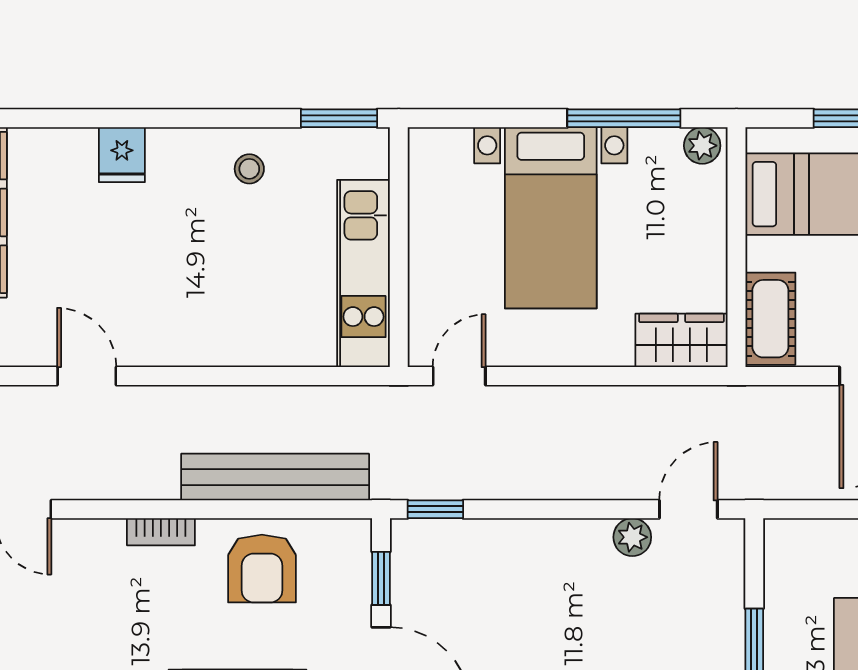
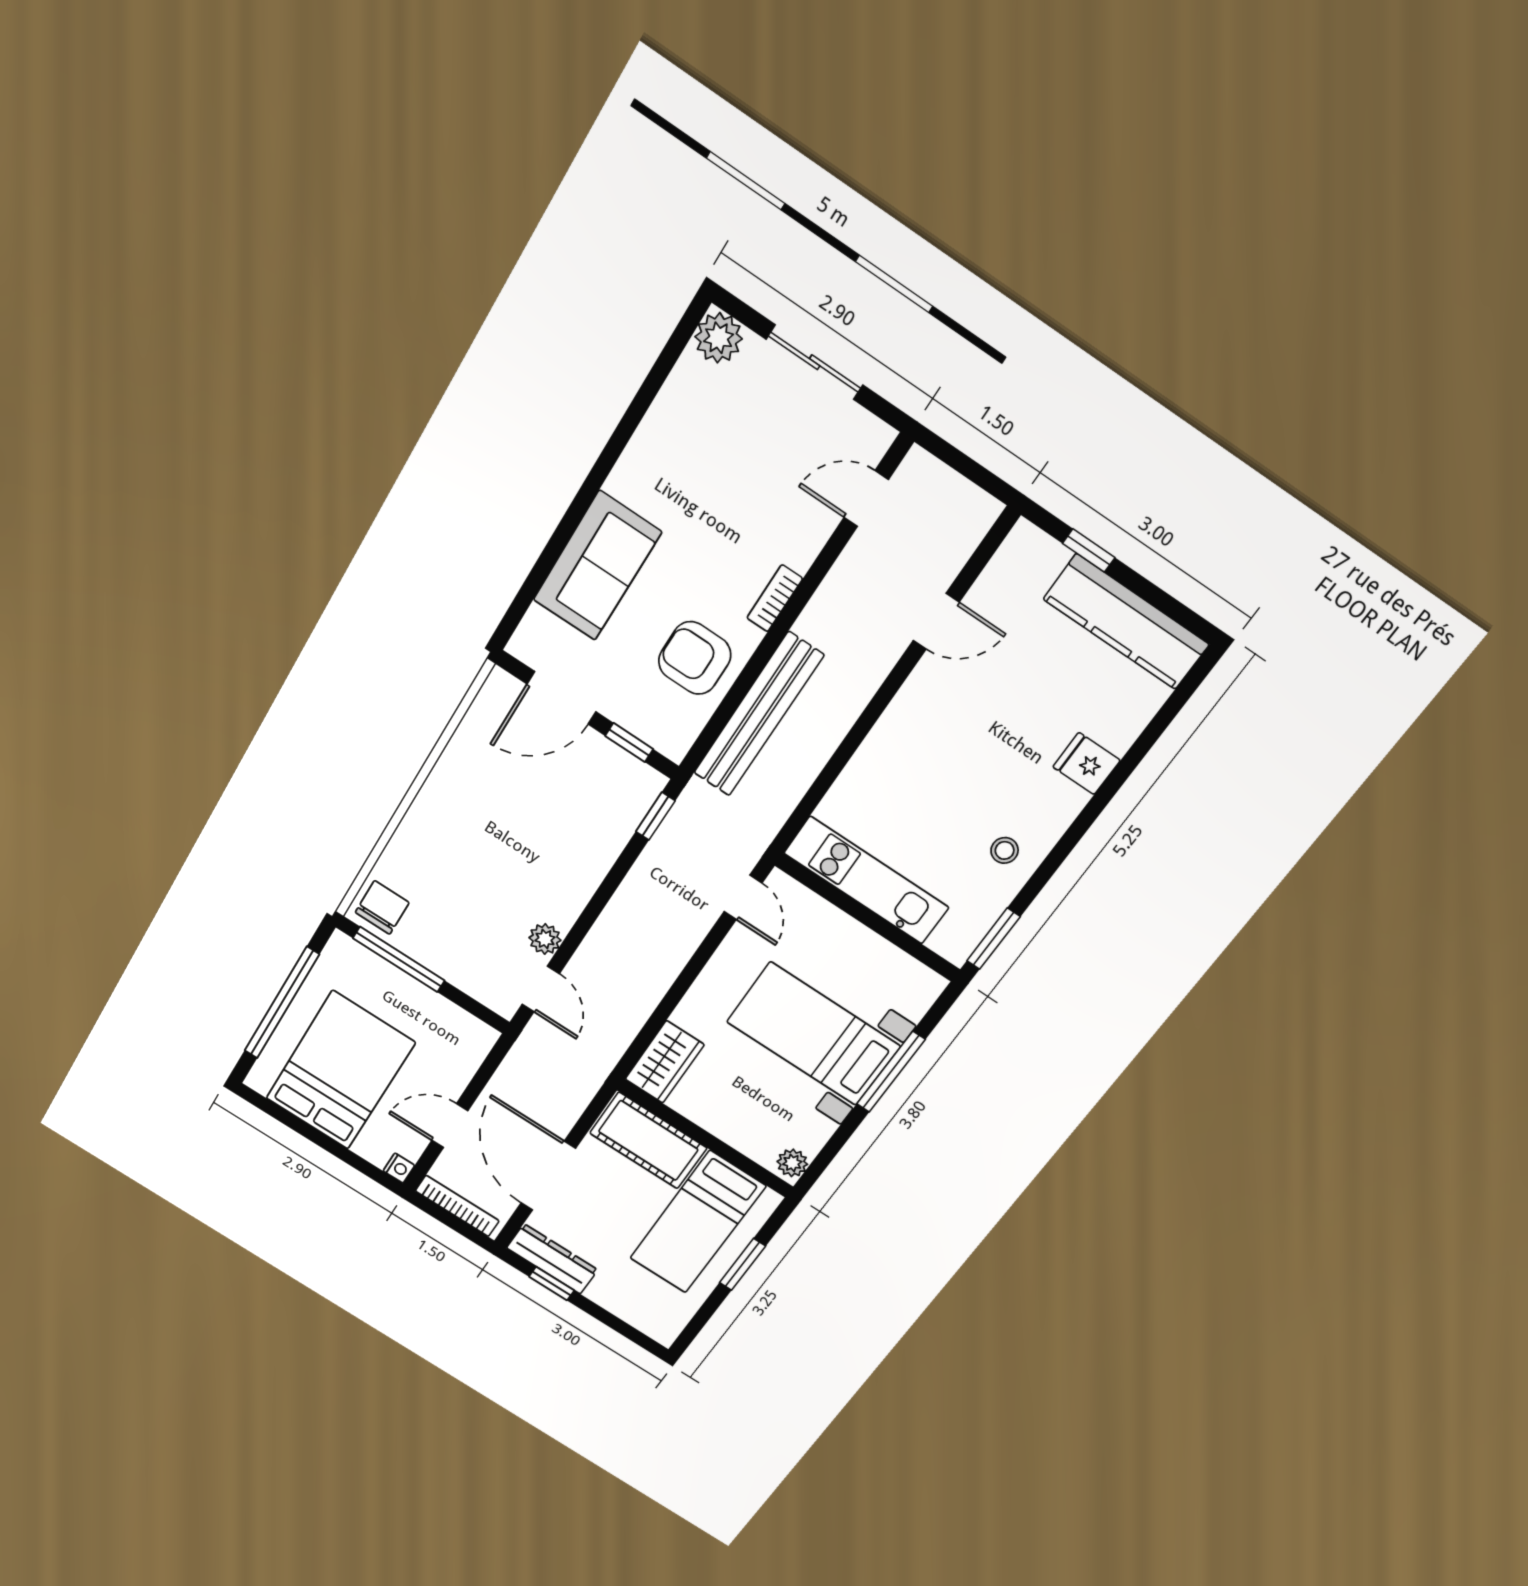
window: (624, 118) -> (891, 1072), moved
cot: (770, 319) -> (648, 1141), width x1.37, depth x1.34

